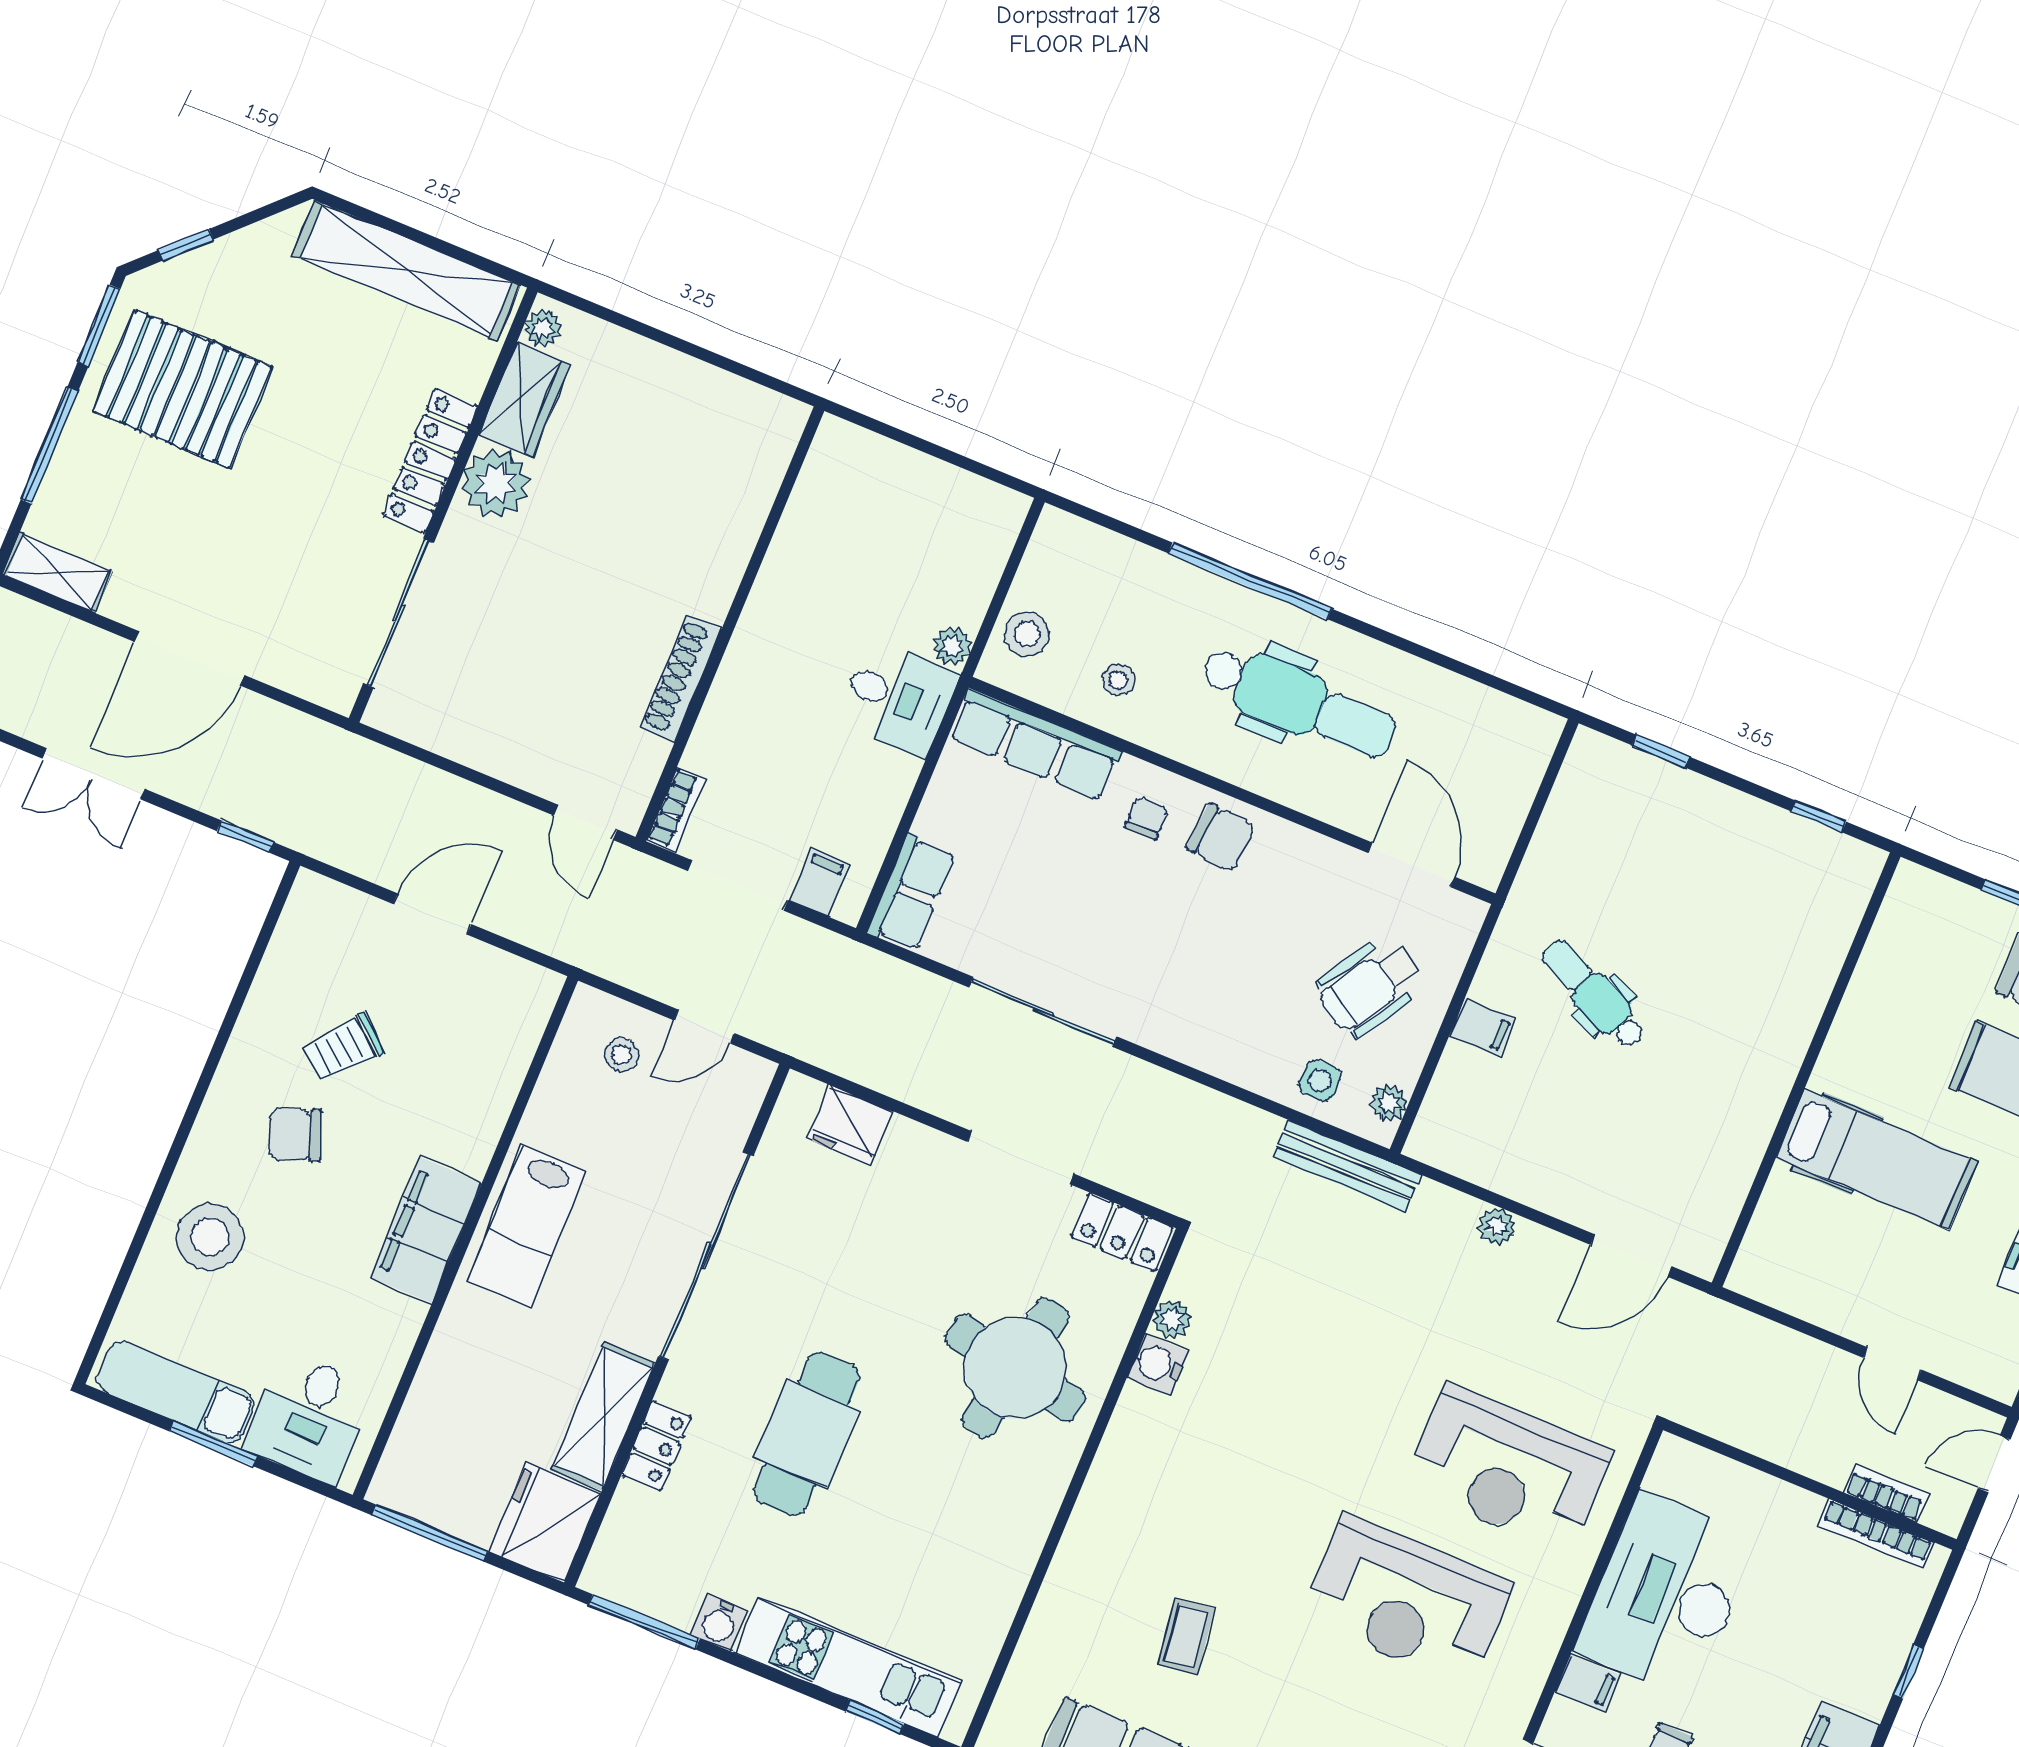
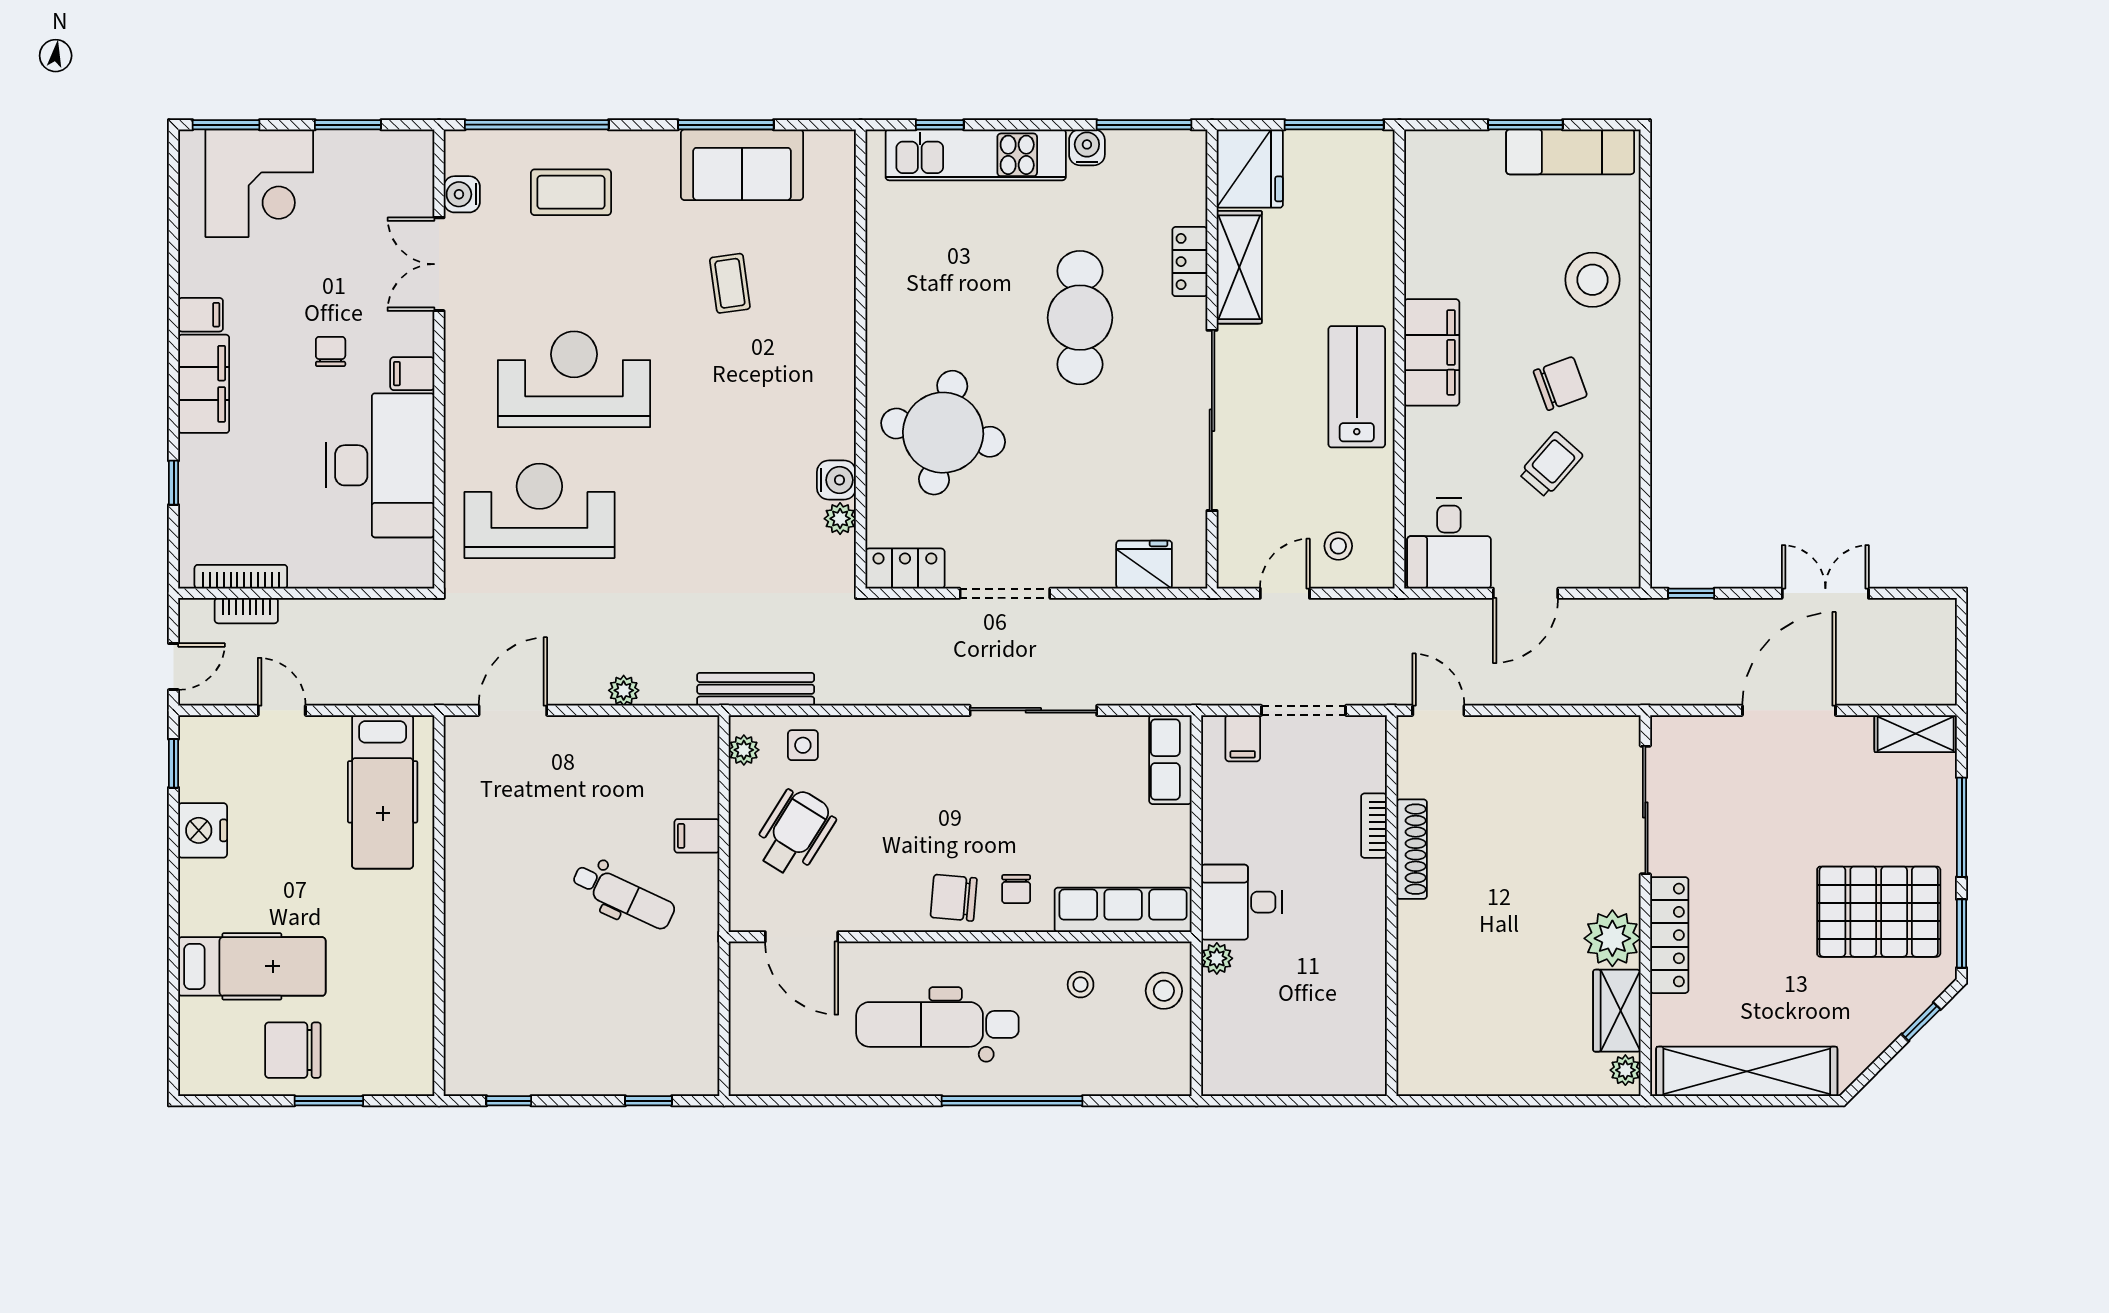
bookcase: (676, 809) -> (1374, 826), moved
hospital bed: (1877, 1160) -> (383, 792), moved, turned -90
desk: (309, 1417) -> (1449, 543), moved, turned 180

